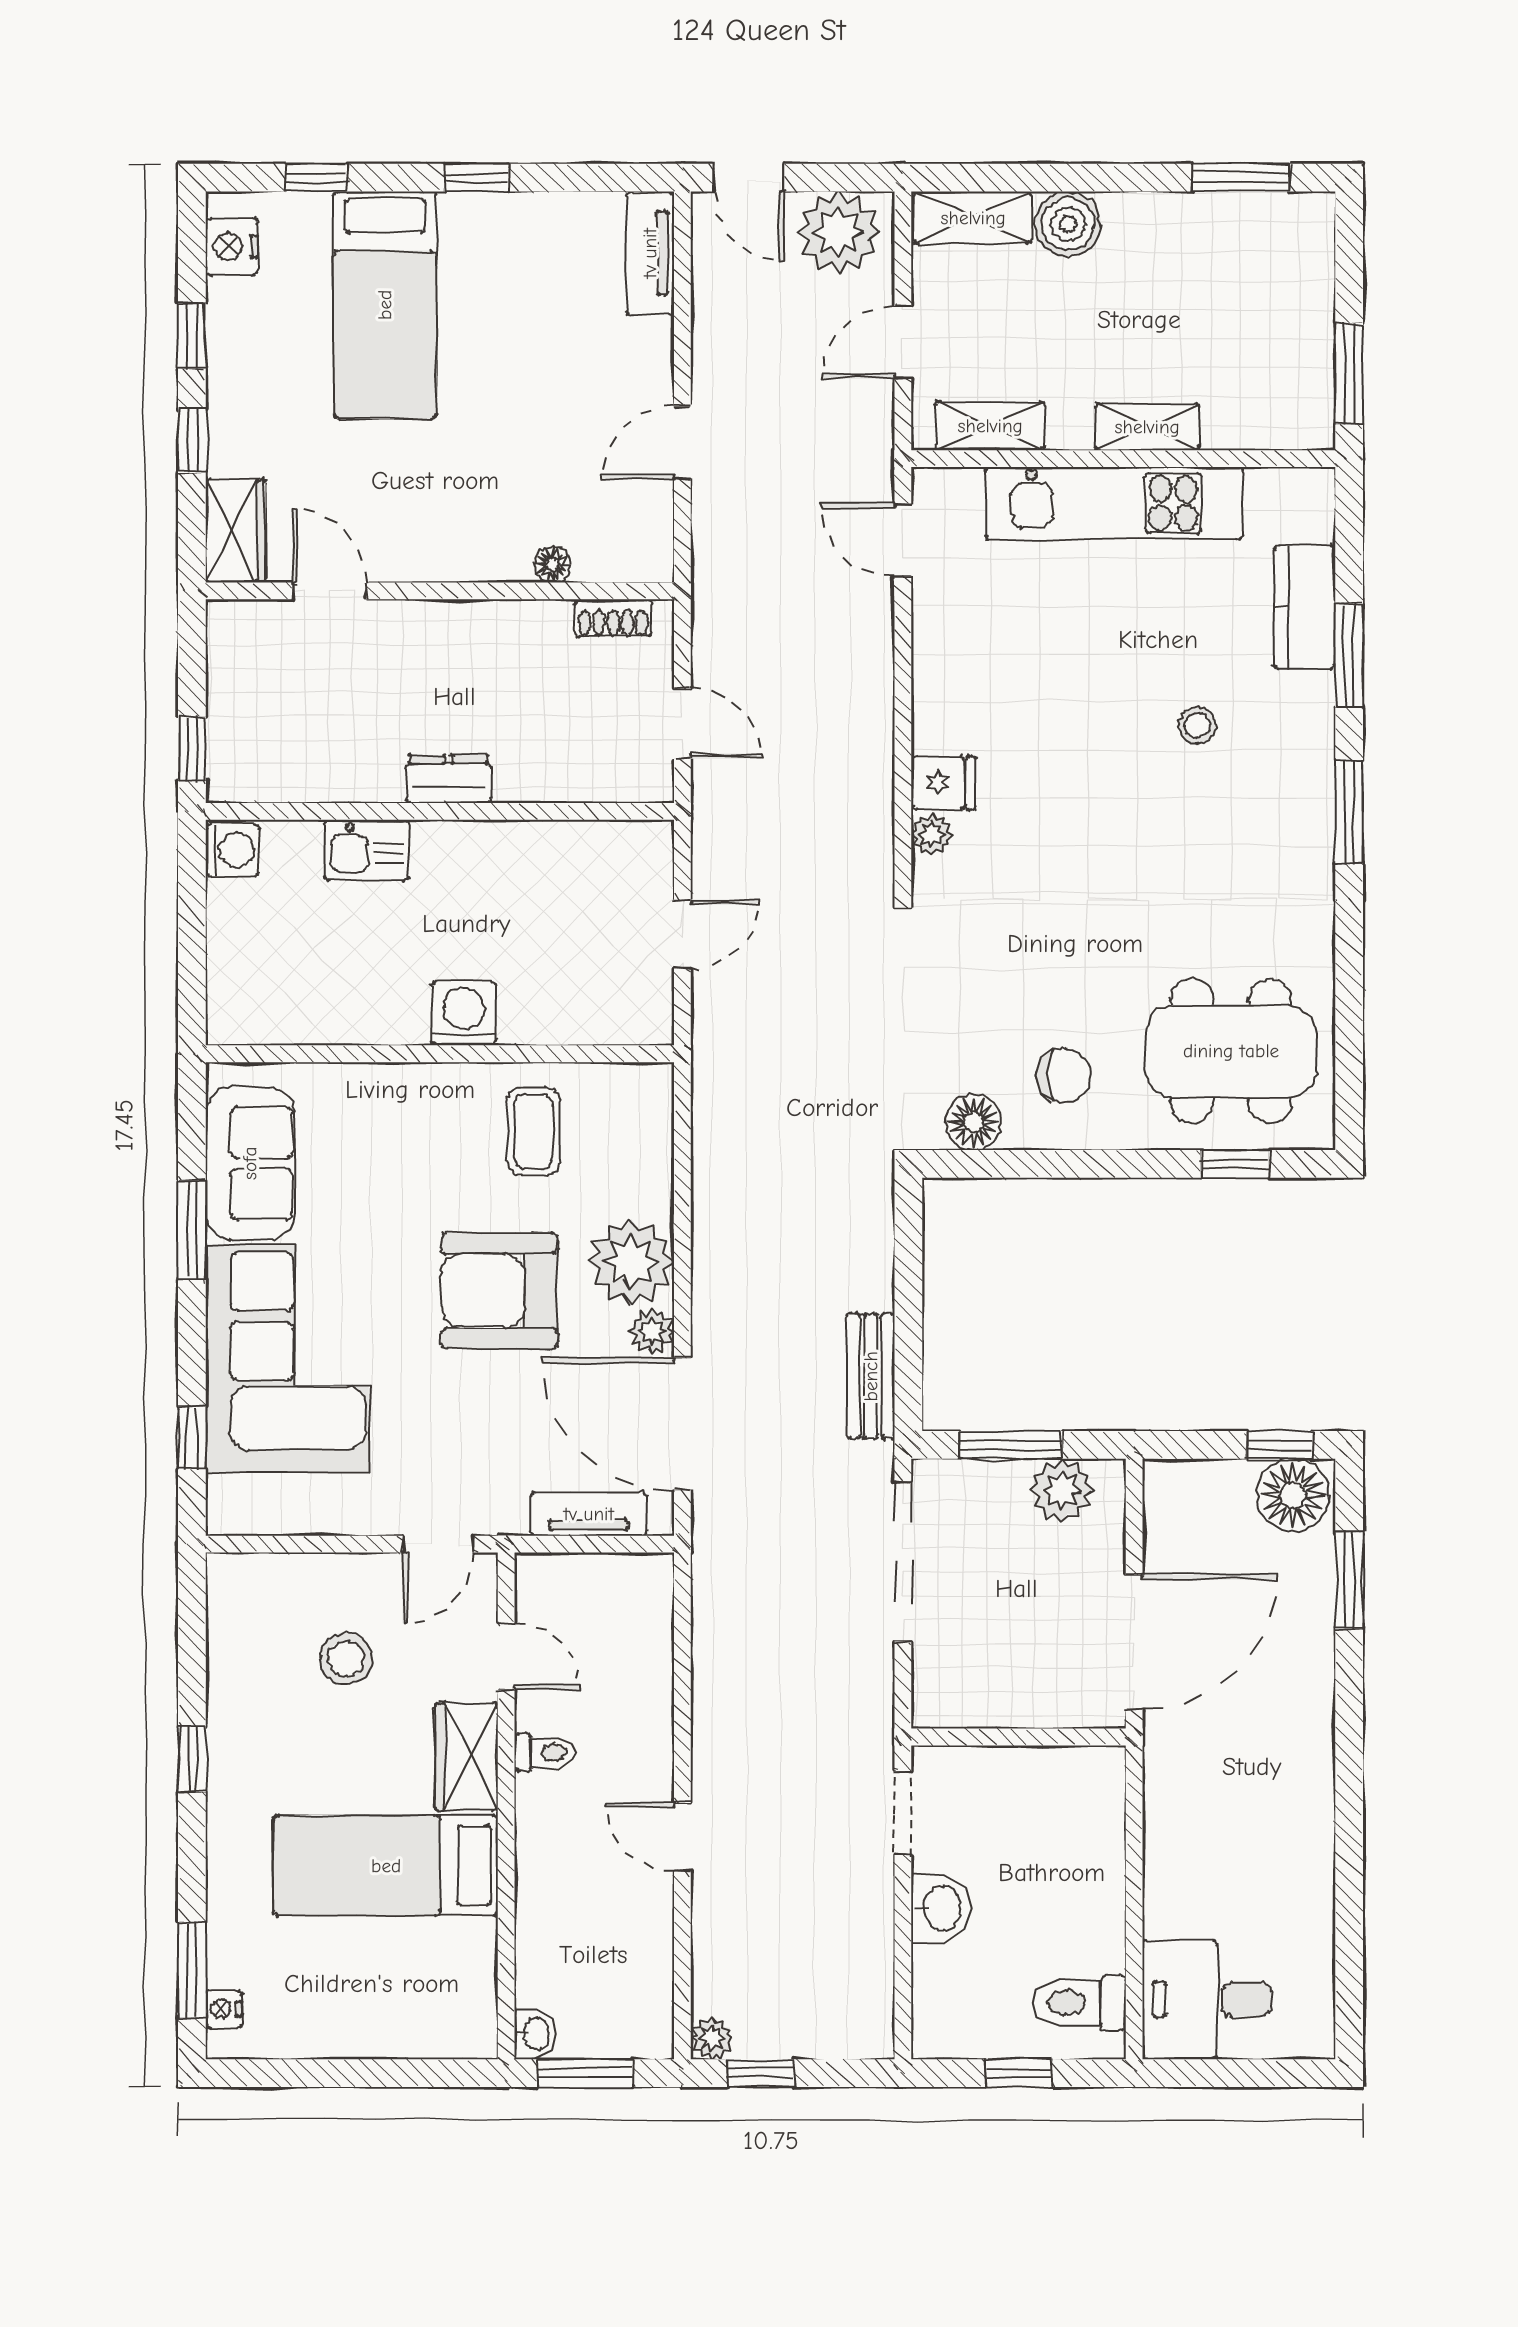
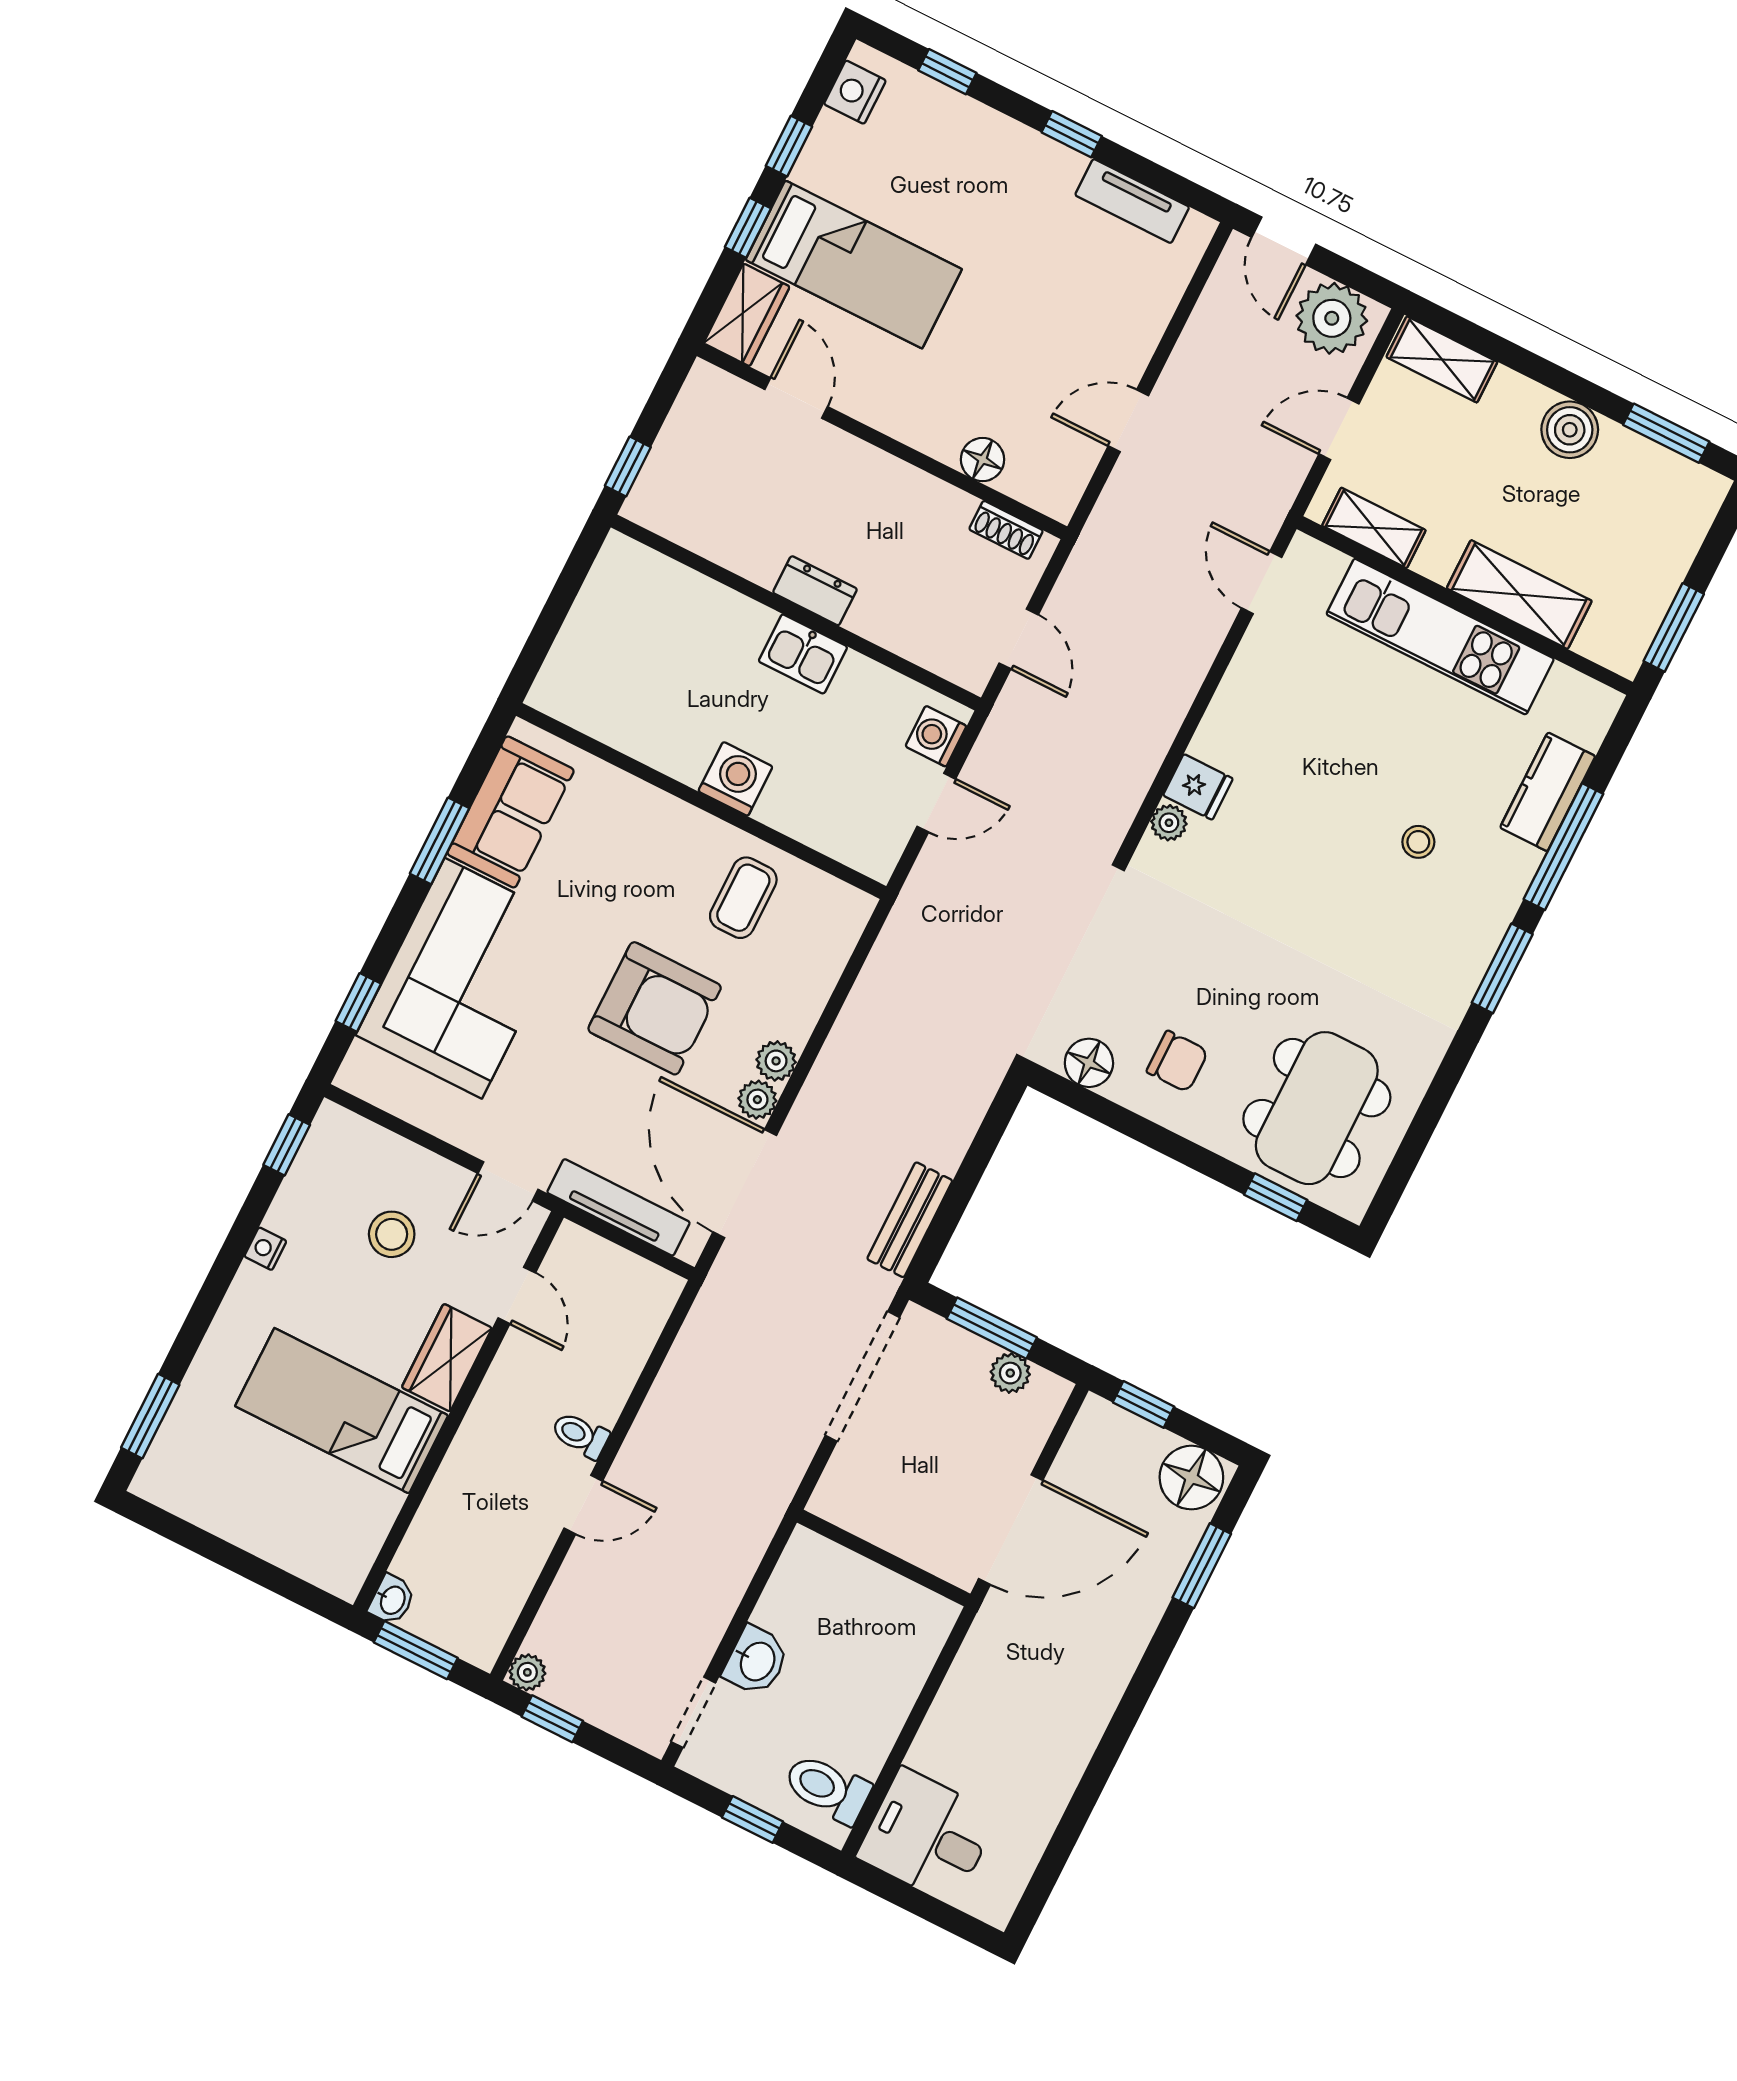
boiler: (1068, 224) -> (1570, 430), moved
tv unit: (650, 253) -> (1132, 201), moved, turned -90
bed: (385, 305) -> (854, 264), moved, turned -90
shelving: (1147, 427) -> (1519, 595), width x1.50, depth x1.33
floor lamp: (553, 565) -> (983, 460), width x1.37, depth x1.37
window: (1349, 655) -> (1563, 847), width x1.44
washing machine: (232, 850) -> (936, 736), moved, turned 180
kitchen sink: (366, 850) -> (803, 654), moved
dining table: (1231, 1051) -> (1317, 1108), turned 90
plant: (631, 1262) -> (776, 1061), width x0.53, depth x0.53
armchair: (499, 1291) -> (655, 1008), turned 180
window: (1280, 1445) -> (1144, 1404), moved
plant: (1061, 1490) -> (1010, 1373), width x0.73, depth x0.73
tv unit: (589, 1514) -> (619, 1207), width x1.41
toilet: (545, 1753) -> (580, 1435), moved, turned 180
window: (192, 1759) -> (287, 1145), moved
doorway: (903, 1813) -> (693, 1712), moved
door: (682, 1837) -> (583, 1505), swing flipped
nightstand: (224, 2009) -> (265, 1249), moved

